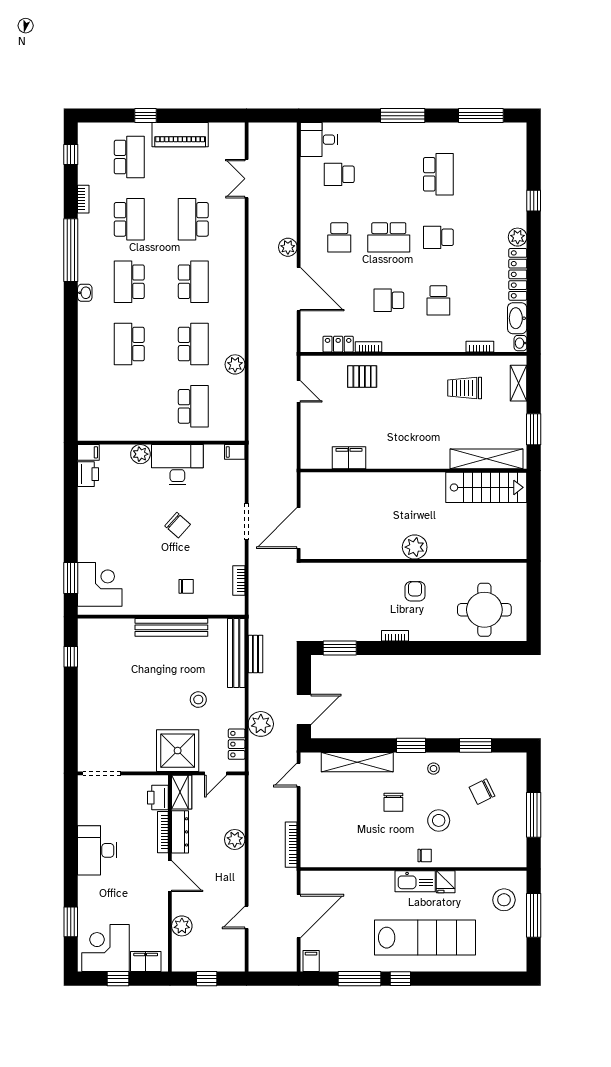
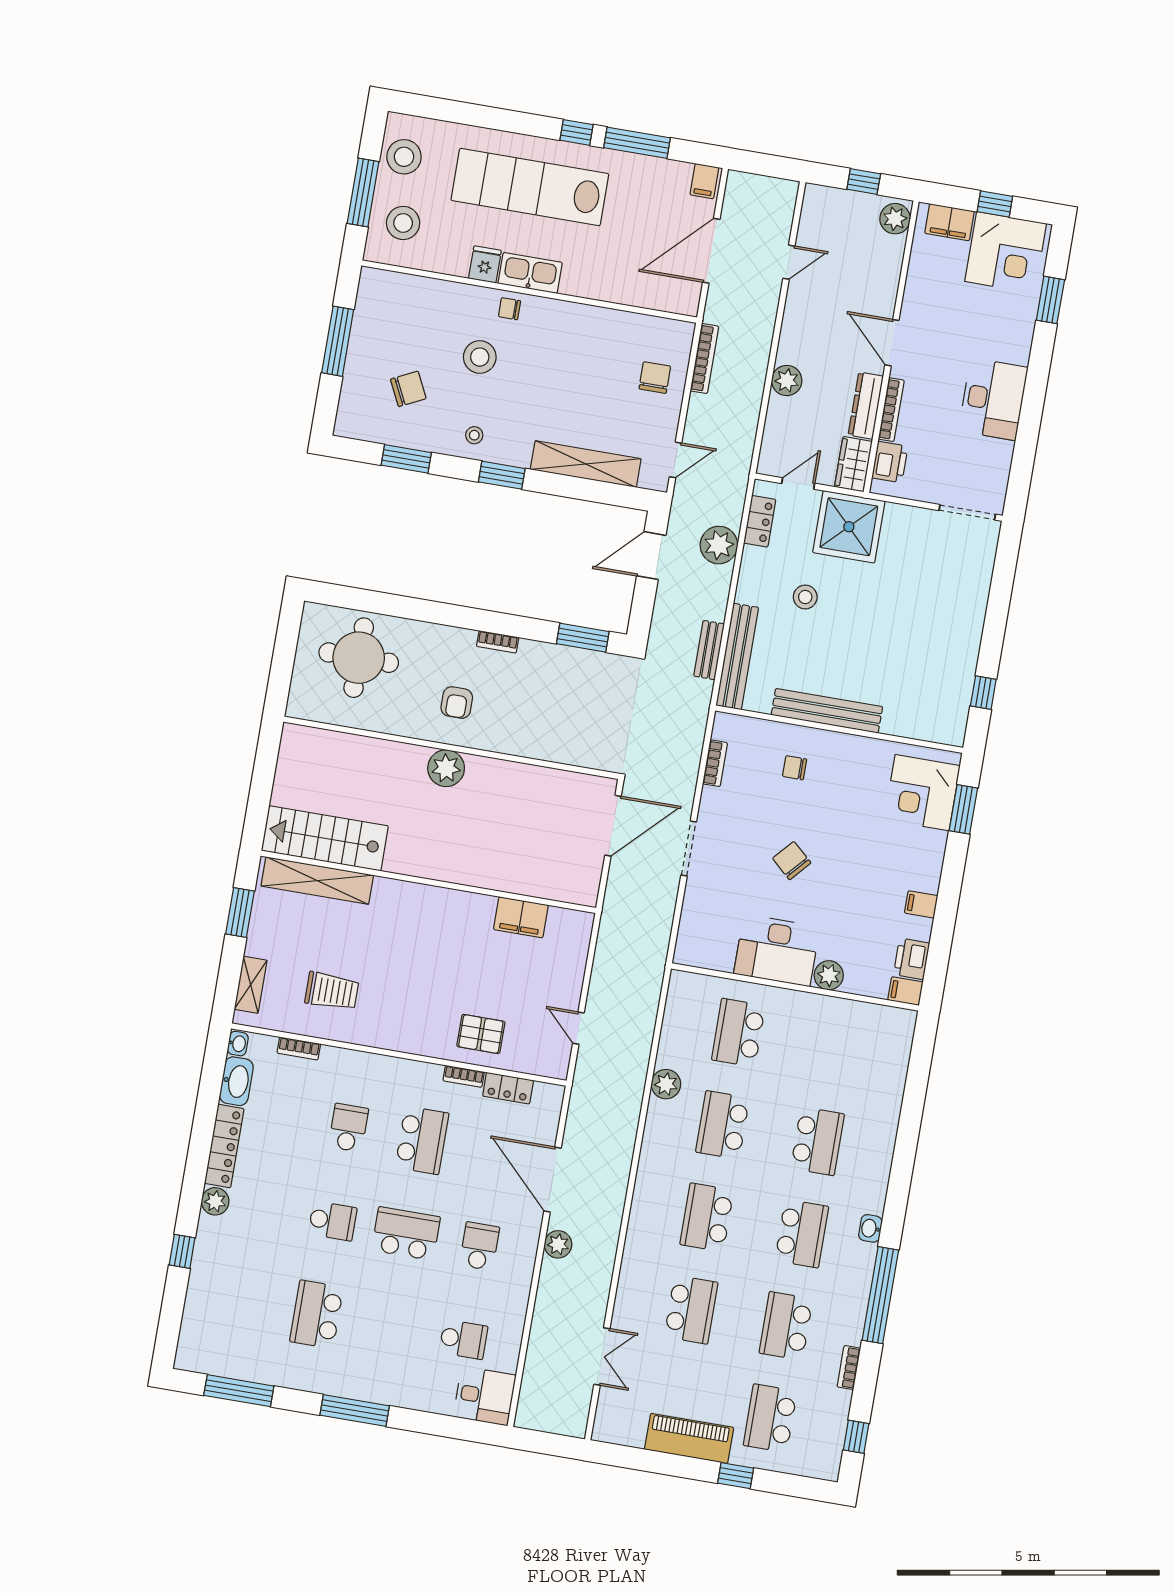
school desk: (389, 300) -> (422, 1140), width x1.85
filing cabinet: (235, 452) -> (921, 904), moved, turned 180
chair: (393, 802) -> (655, 378), moved
plant: (182, 926) -> (895, 219), moved
stool: (511, 943) -> (404, 157), added

